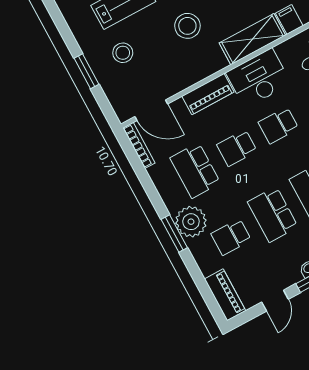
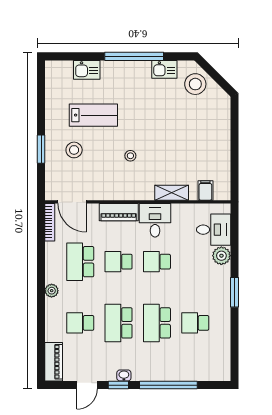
stool: (187, 26) -> (130, 156), width x0.53, depth x0.53
shelving: (252, 39) -> (172, 193), width x0.67, depth x0.75
desk: (258, 78) -> (155, 220), width x0.73
plant: (191, 222) -> (52, 291), width x0.53, depth x0.53
window: (174, 234) -> (41, 299), removed

